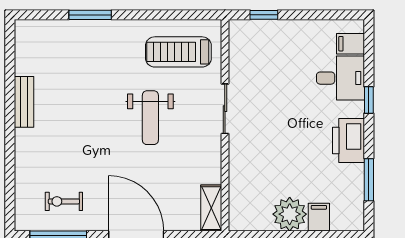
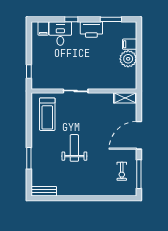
bench: (24, 102) -> (44, 191), moved
weight bench: (150, 118) -> (74, 148), moved, turned -90

